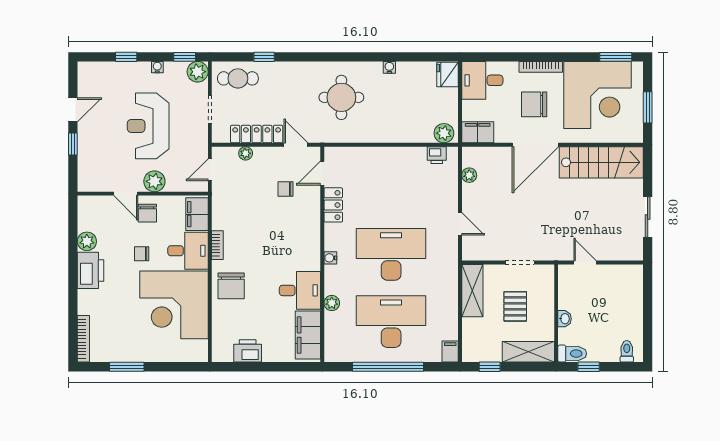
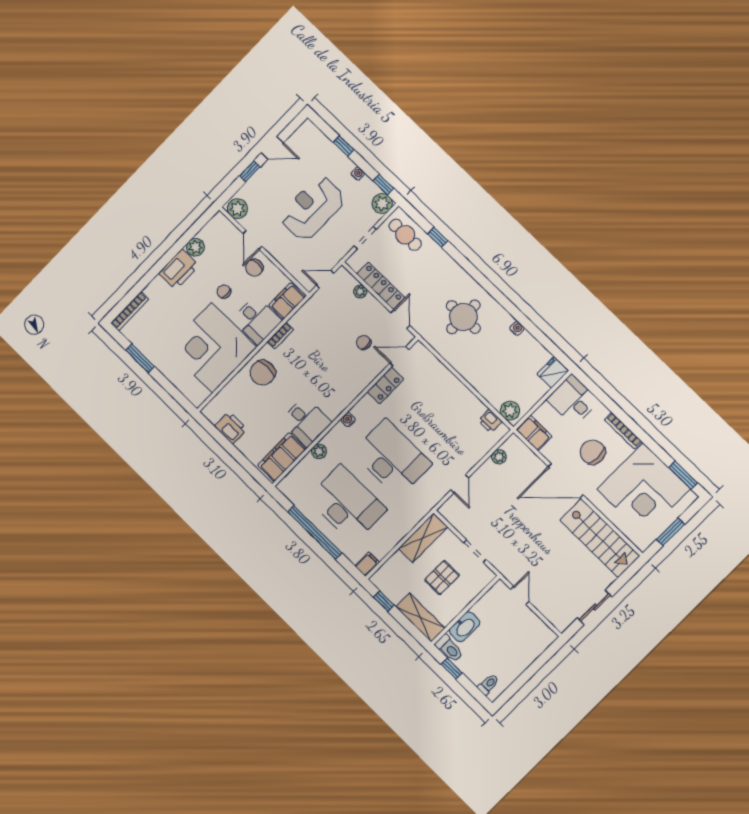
plant: (154, 181) -> (237, 209), moved
washbasin: (565, 319) -> (464, 627), width x1.91, depth x1.45

